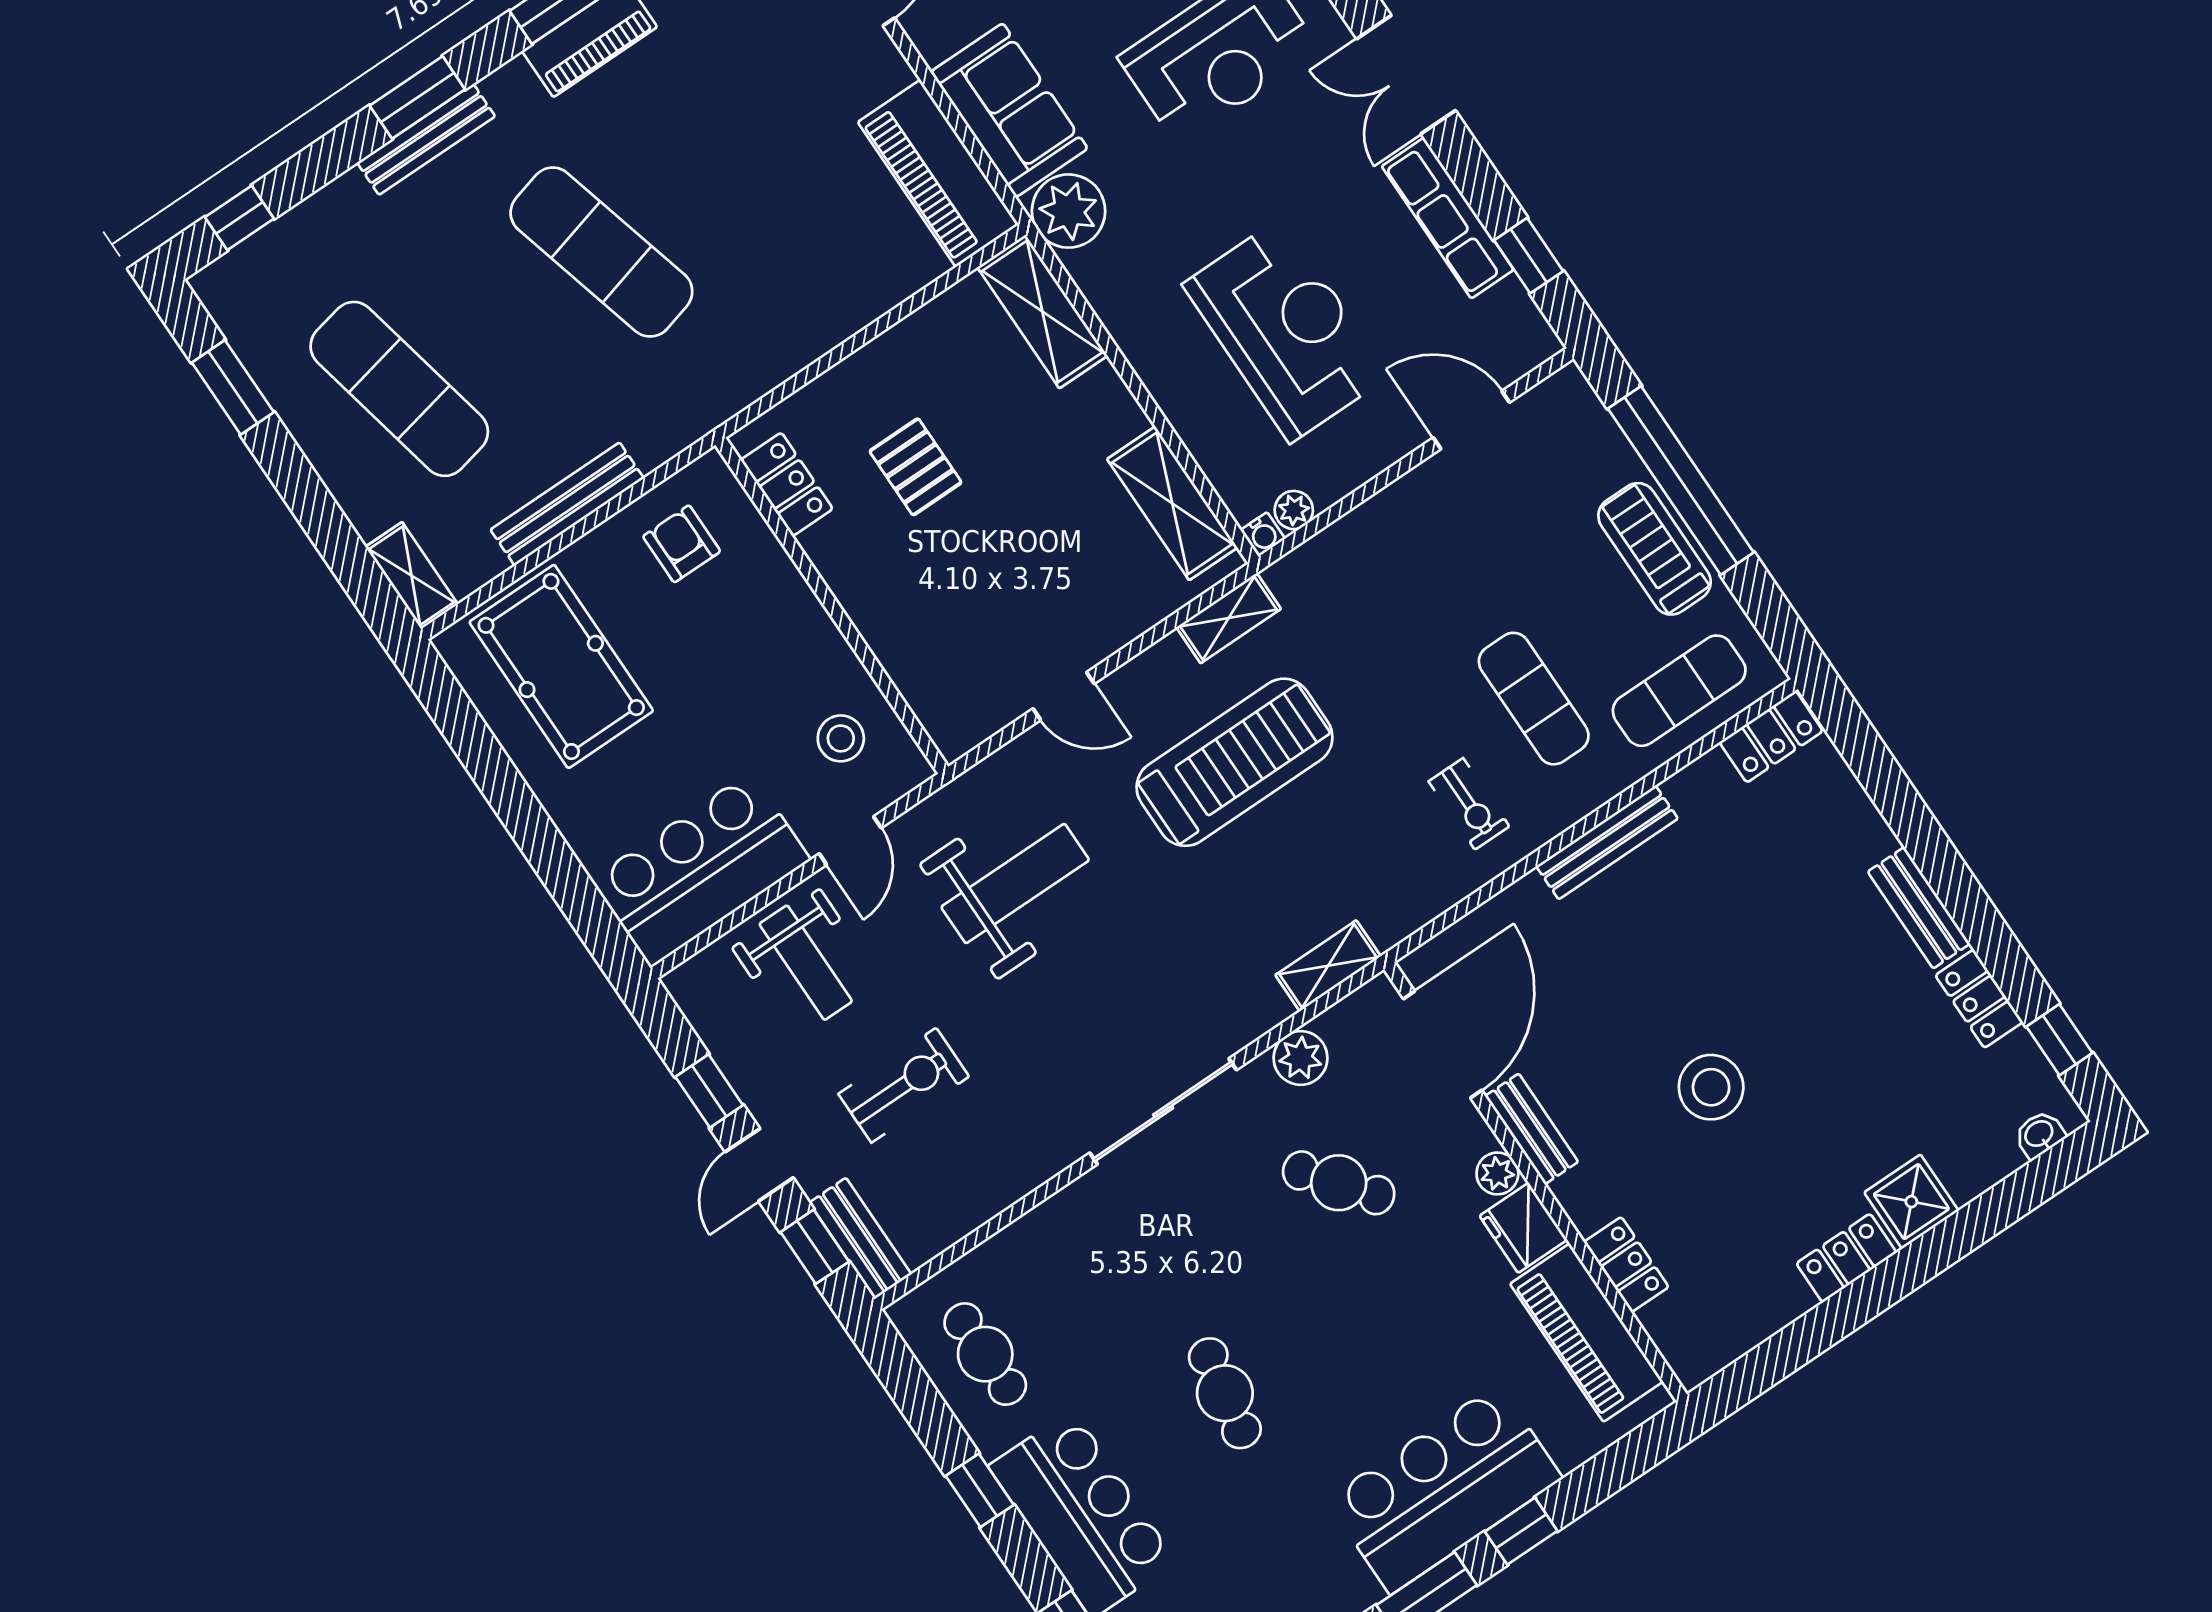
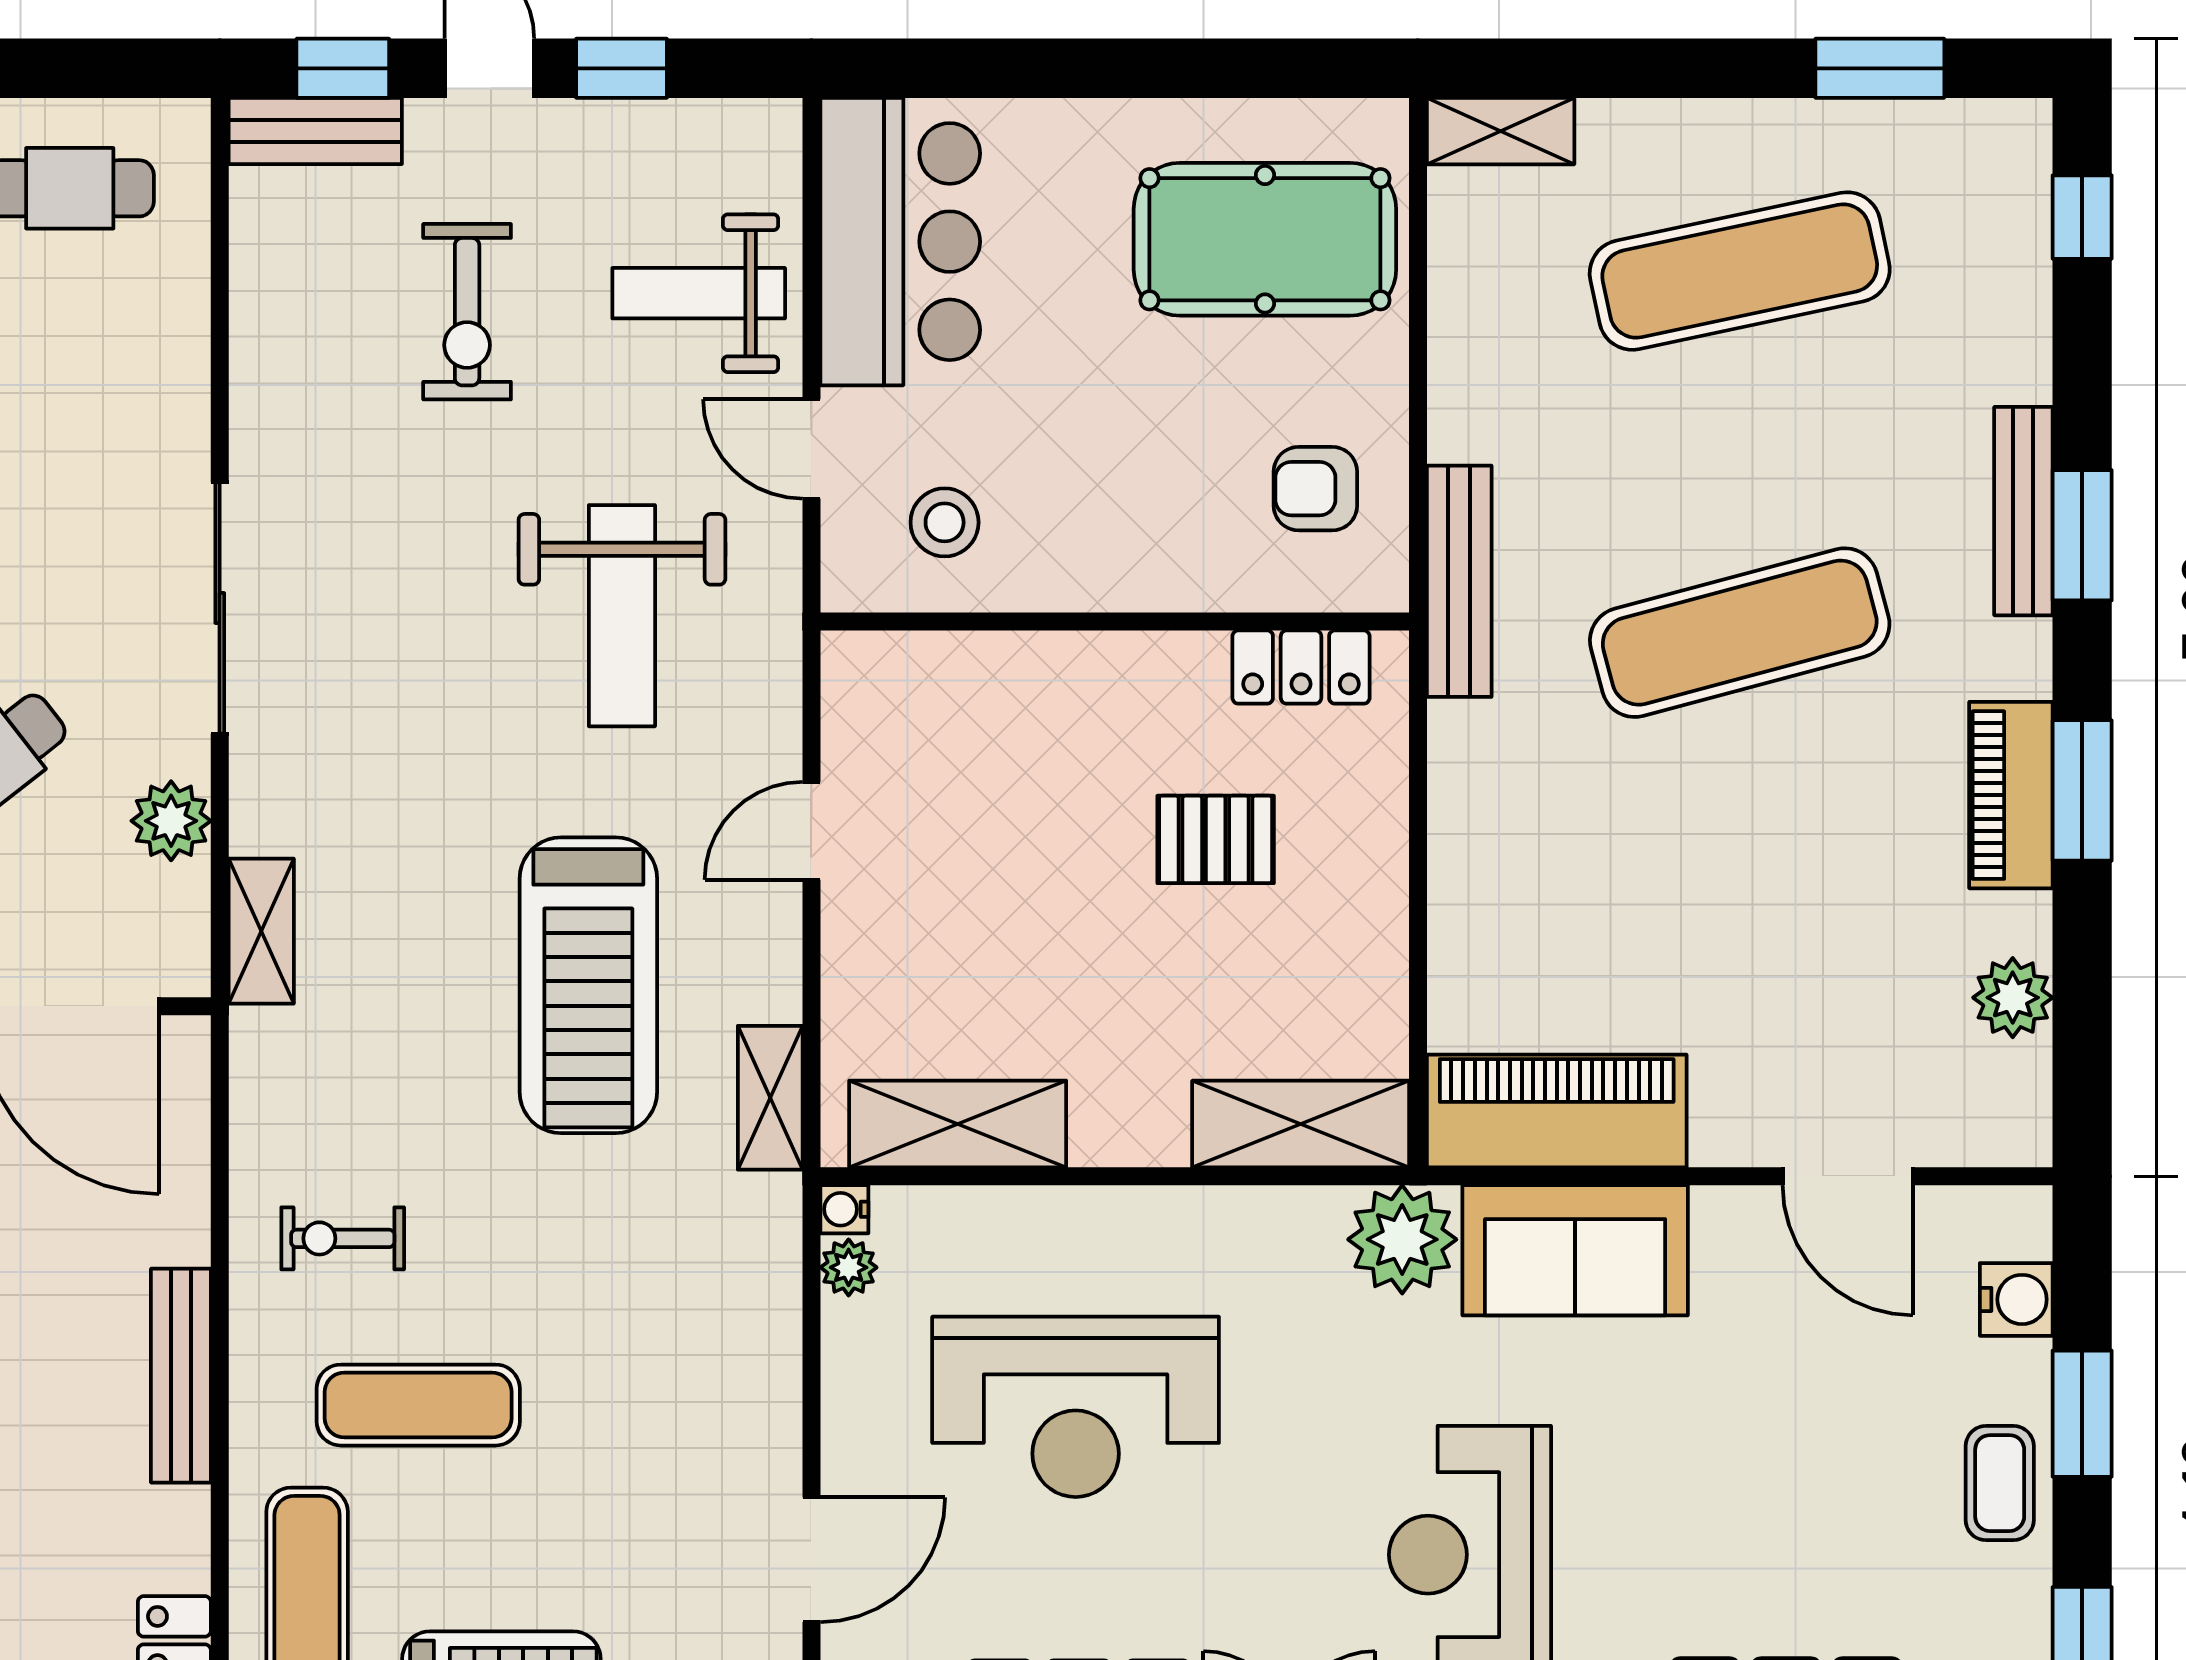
bench: (567, 504) -> (1459, 581), moved
armchair: (682, 544) -> (1315, 489), turned 180

